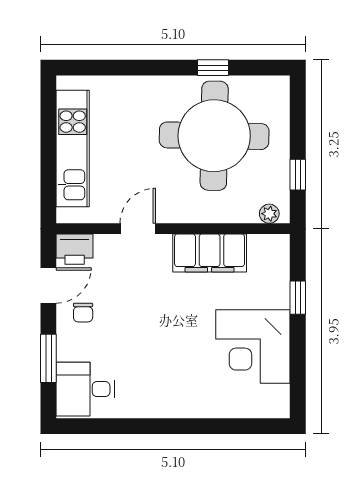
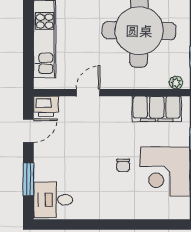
filing cabinet: (210, 253) -> (157, 109), moved
chair: (83, 313) -> (123, 165), moved

